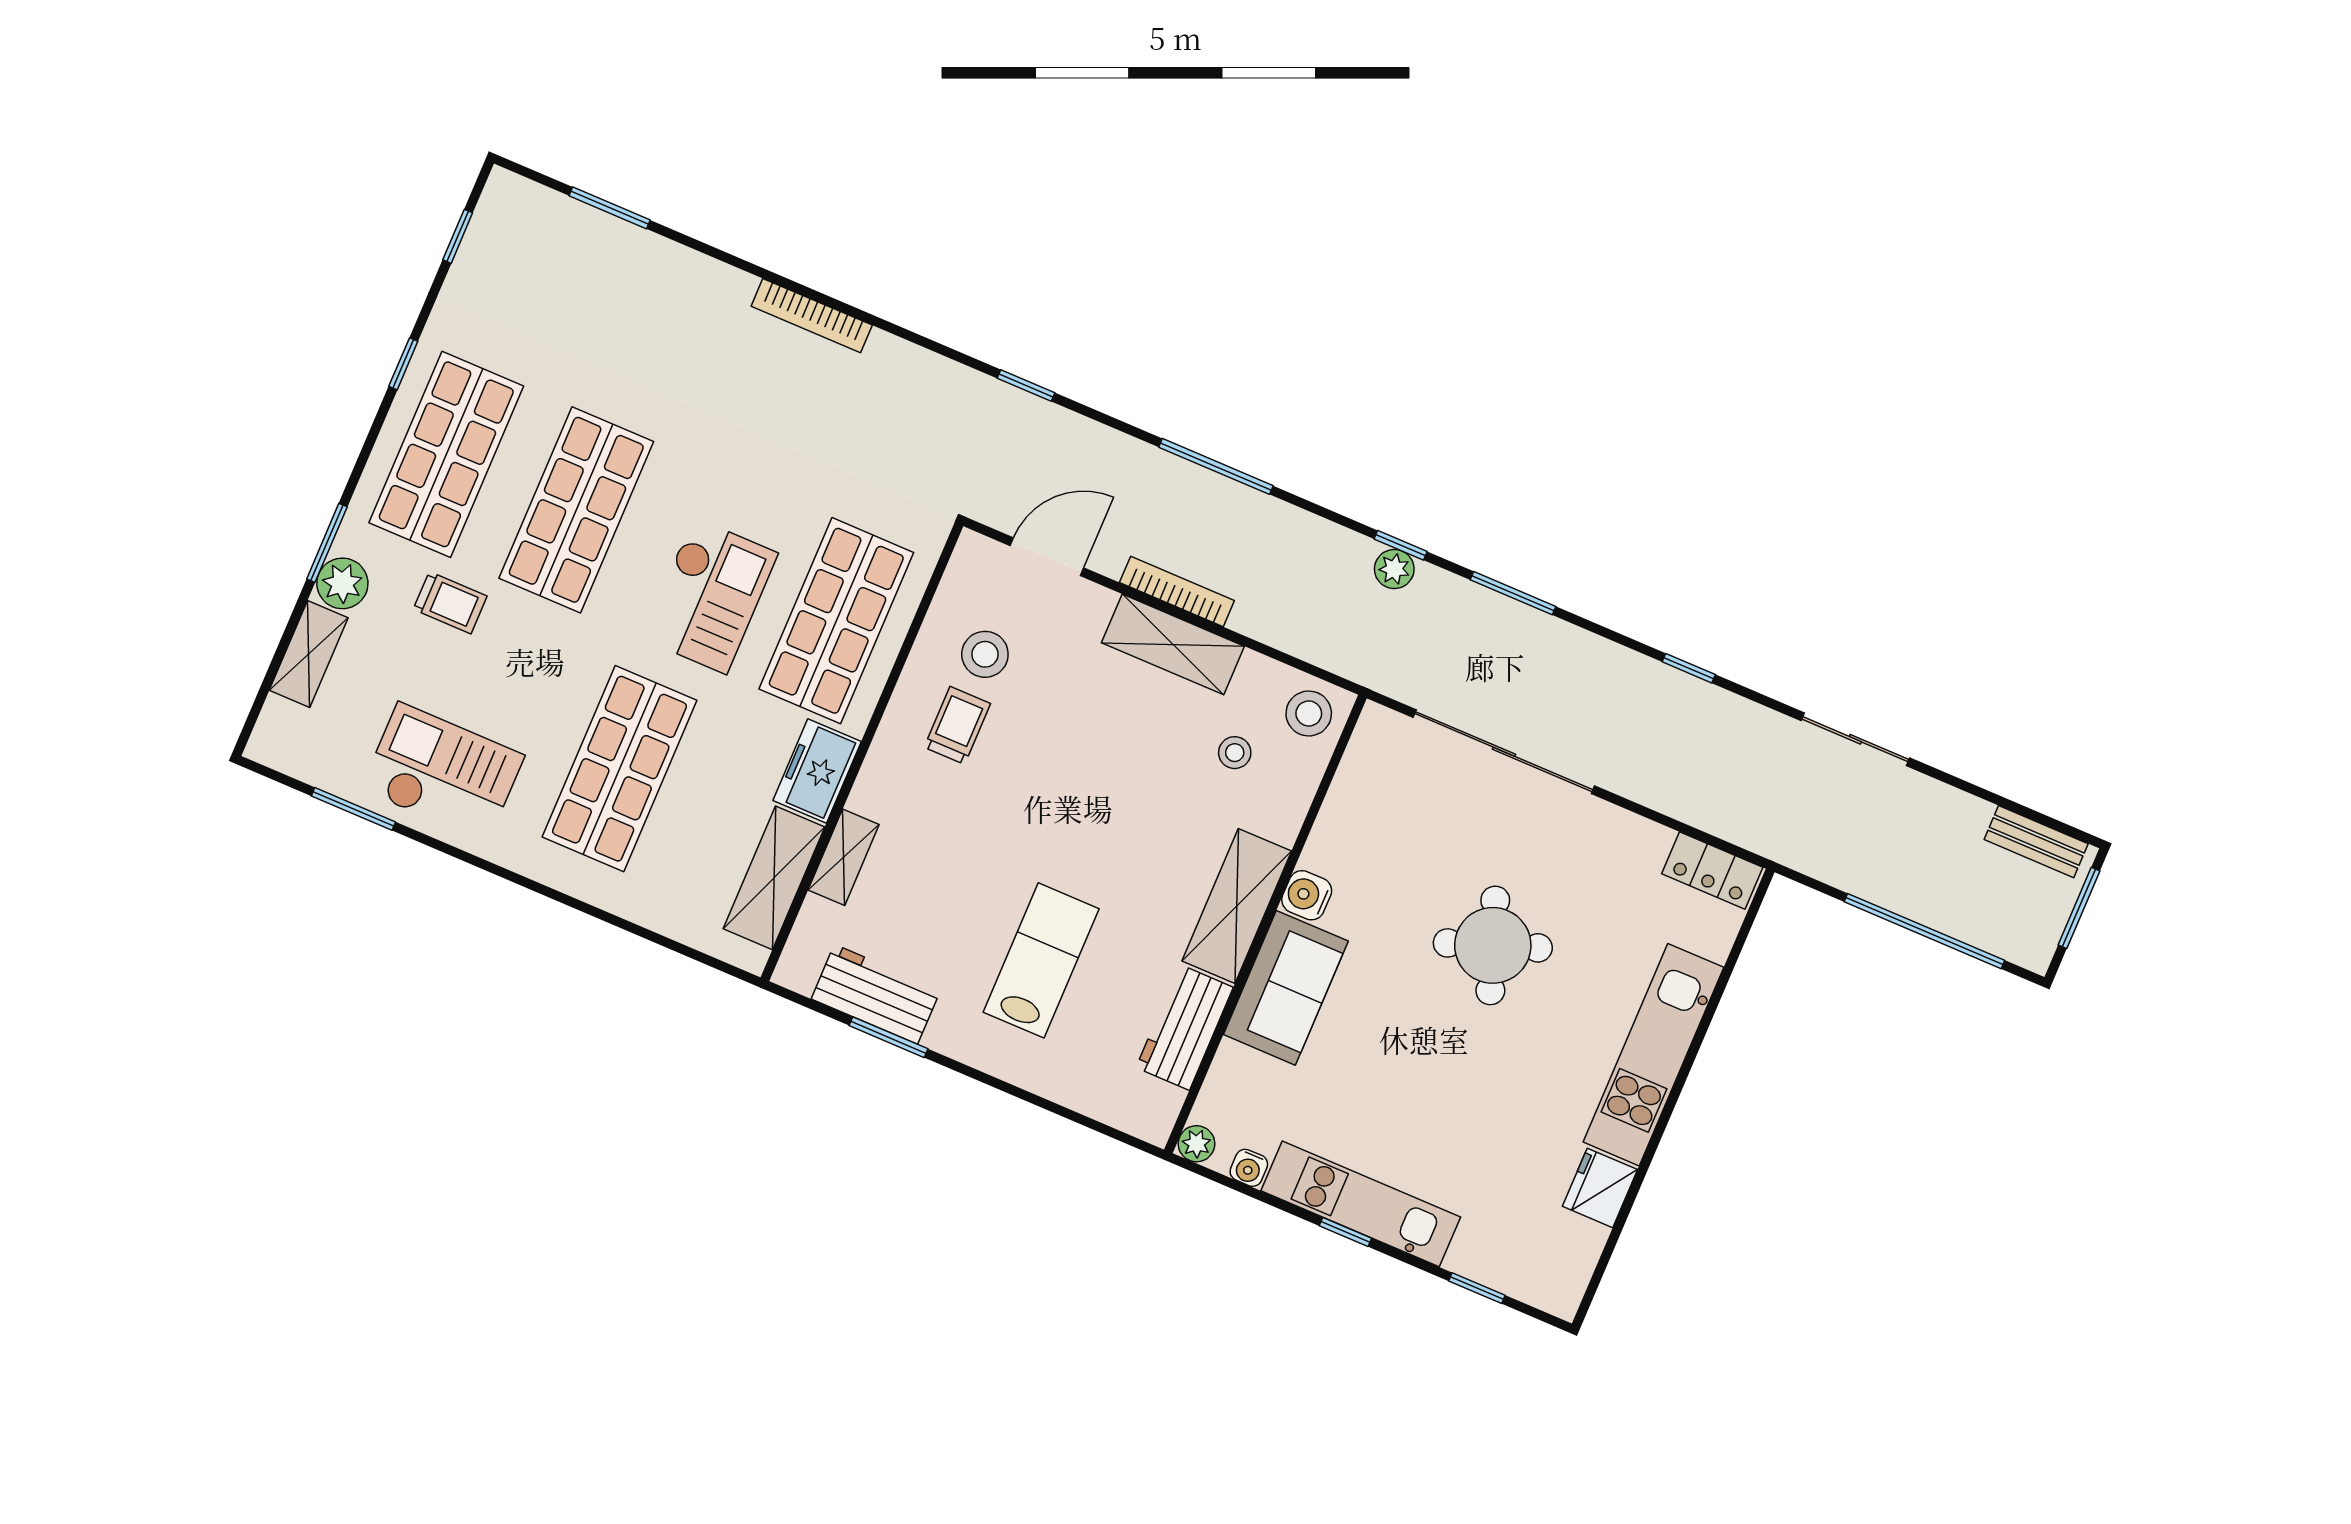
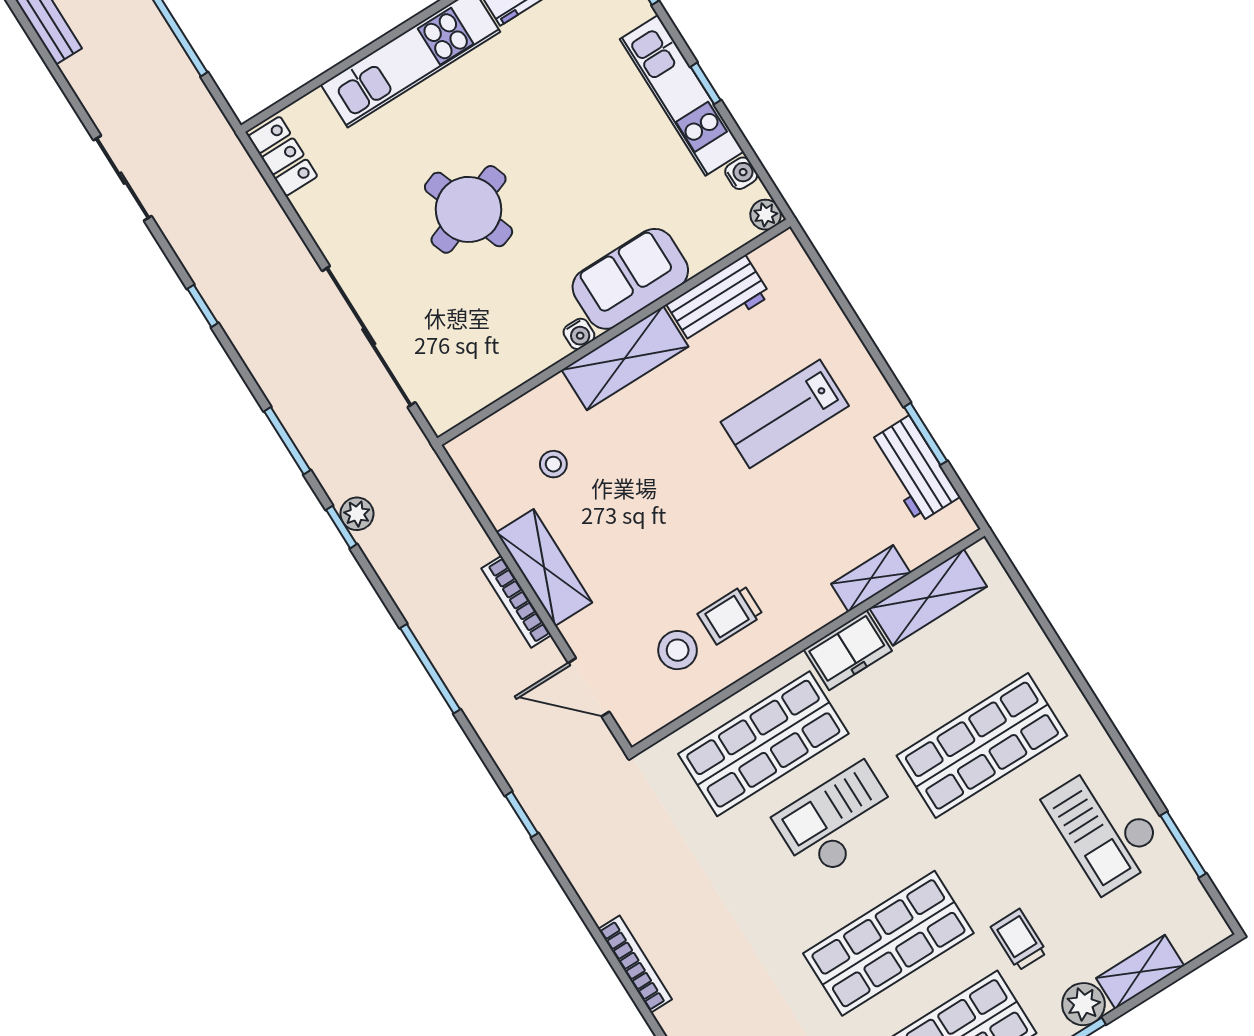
stool: (1309, 713) -> (484, 456), removed
water cooler: (1307, 895) -> (579, 334), width x0.72, depth x0.72

